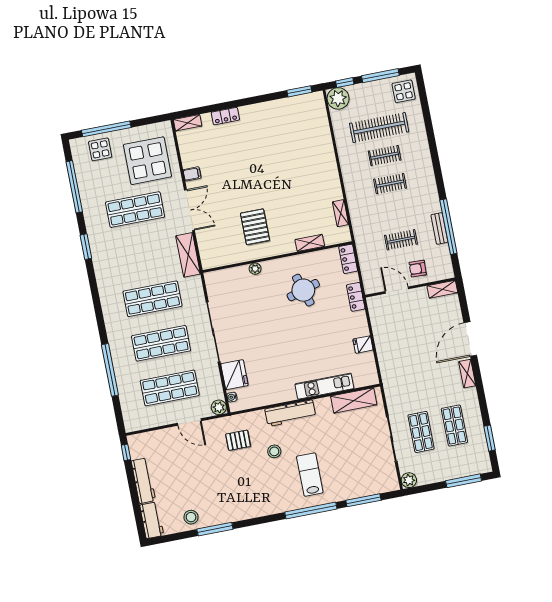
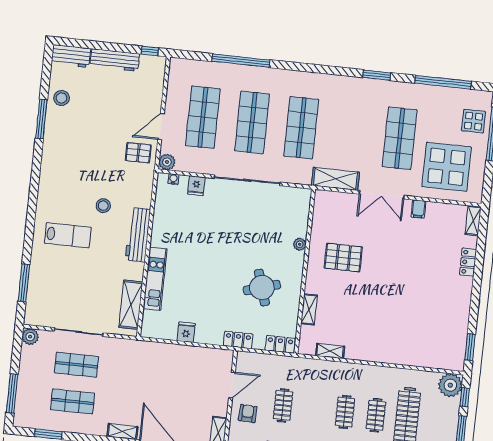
fridge: (234, 375) -> (196, 186), width x0.53, depth x0.75
pallet: (238, 440) -> (138, 153), moved, turned 90
window: (311, 510) -> (30, 225), removed

